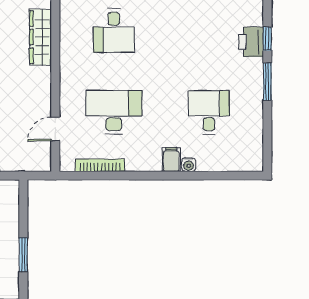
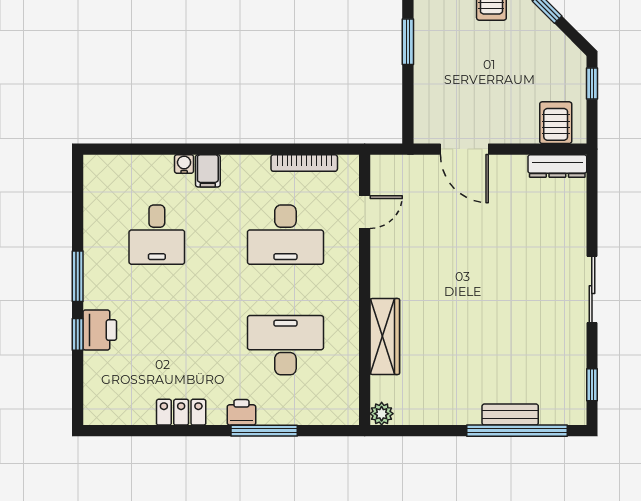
desk: (114, 31) -> (285, 345), width x1.37

